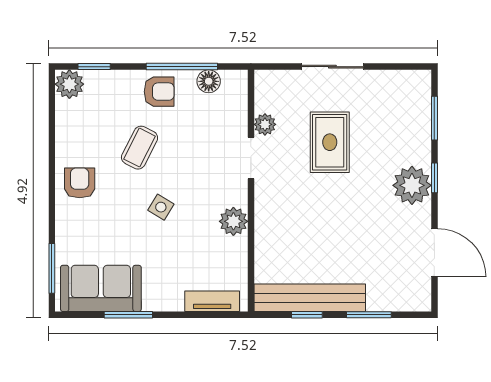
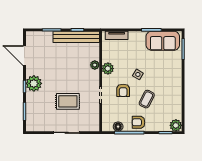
plant: (265, 124) -> (95, 65), moved
rug: (330, 142) -> (68, 101), turned 90
armchair: (80, 183) -> (123, 90), moved

